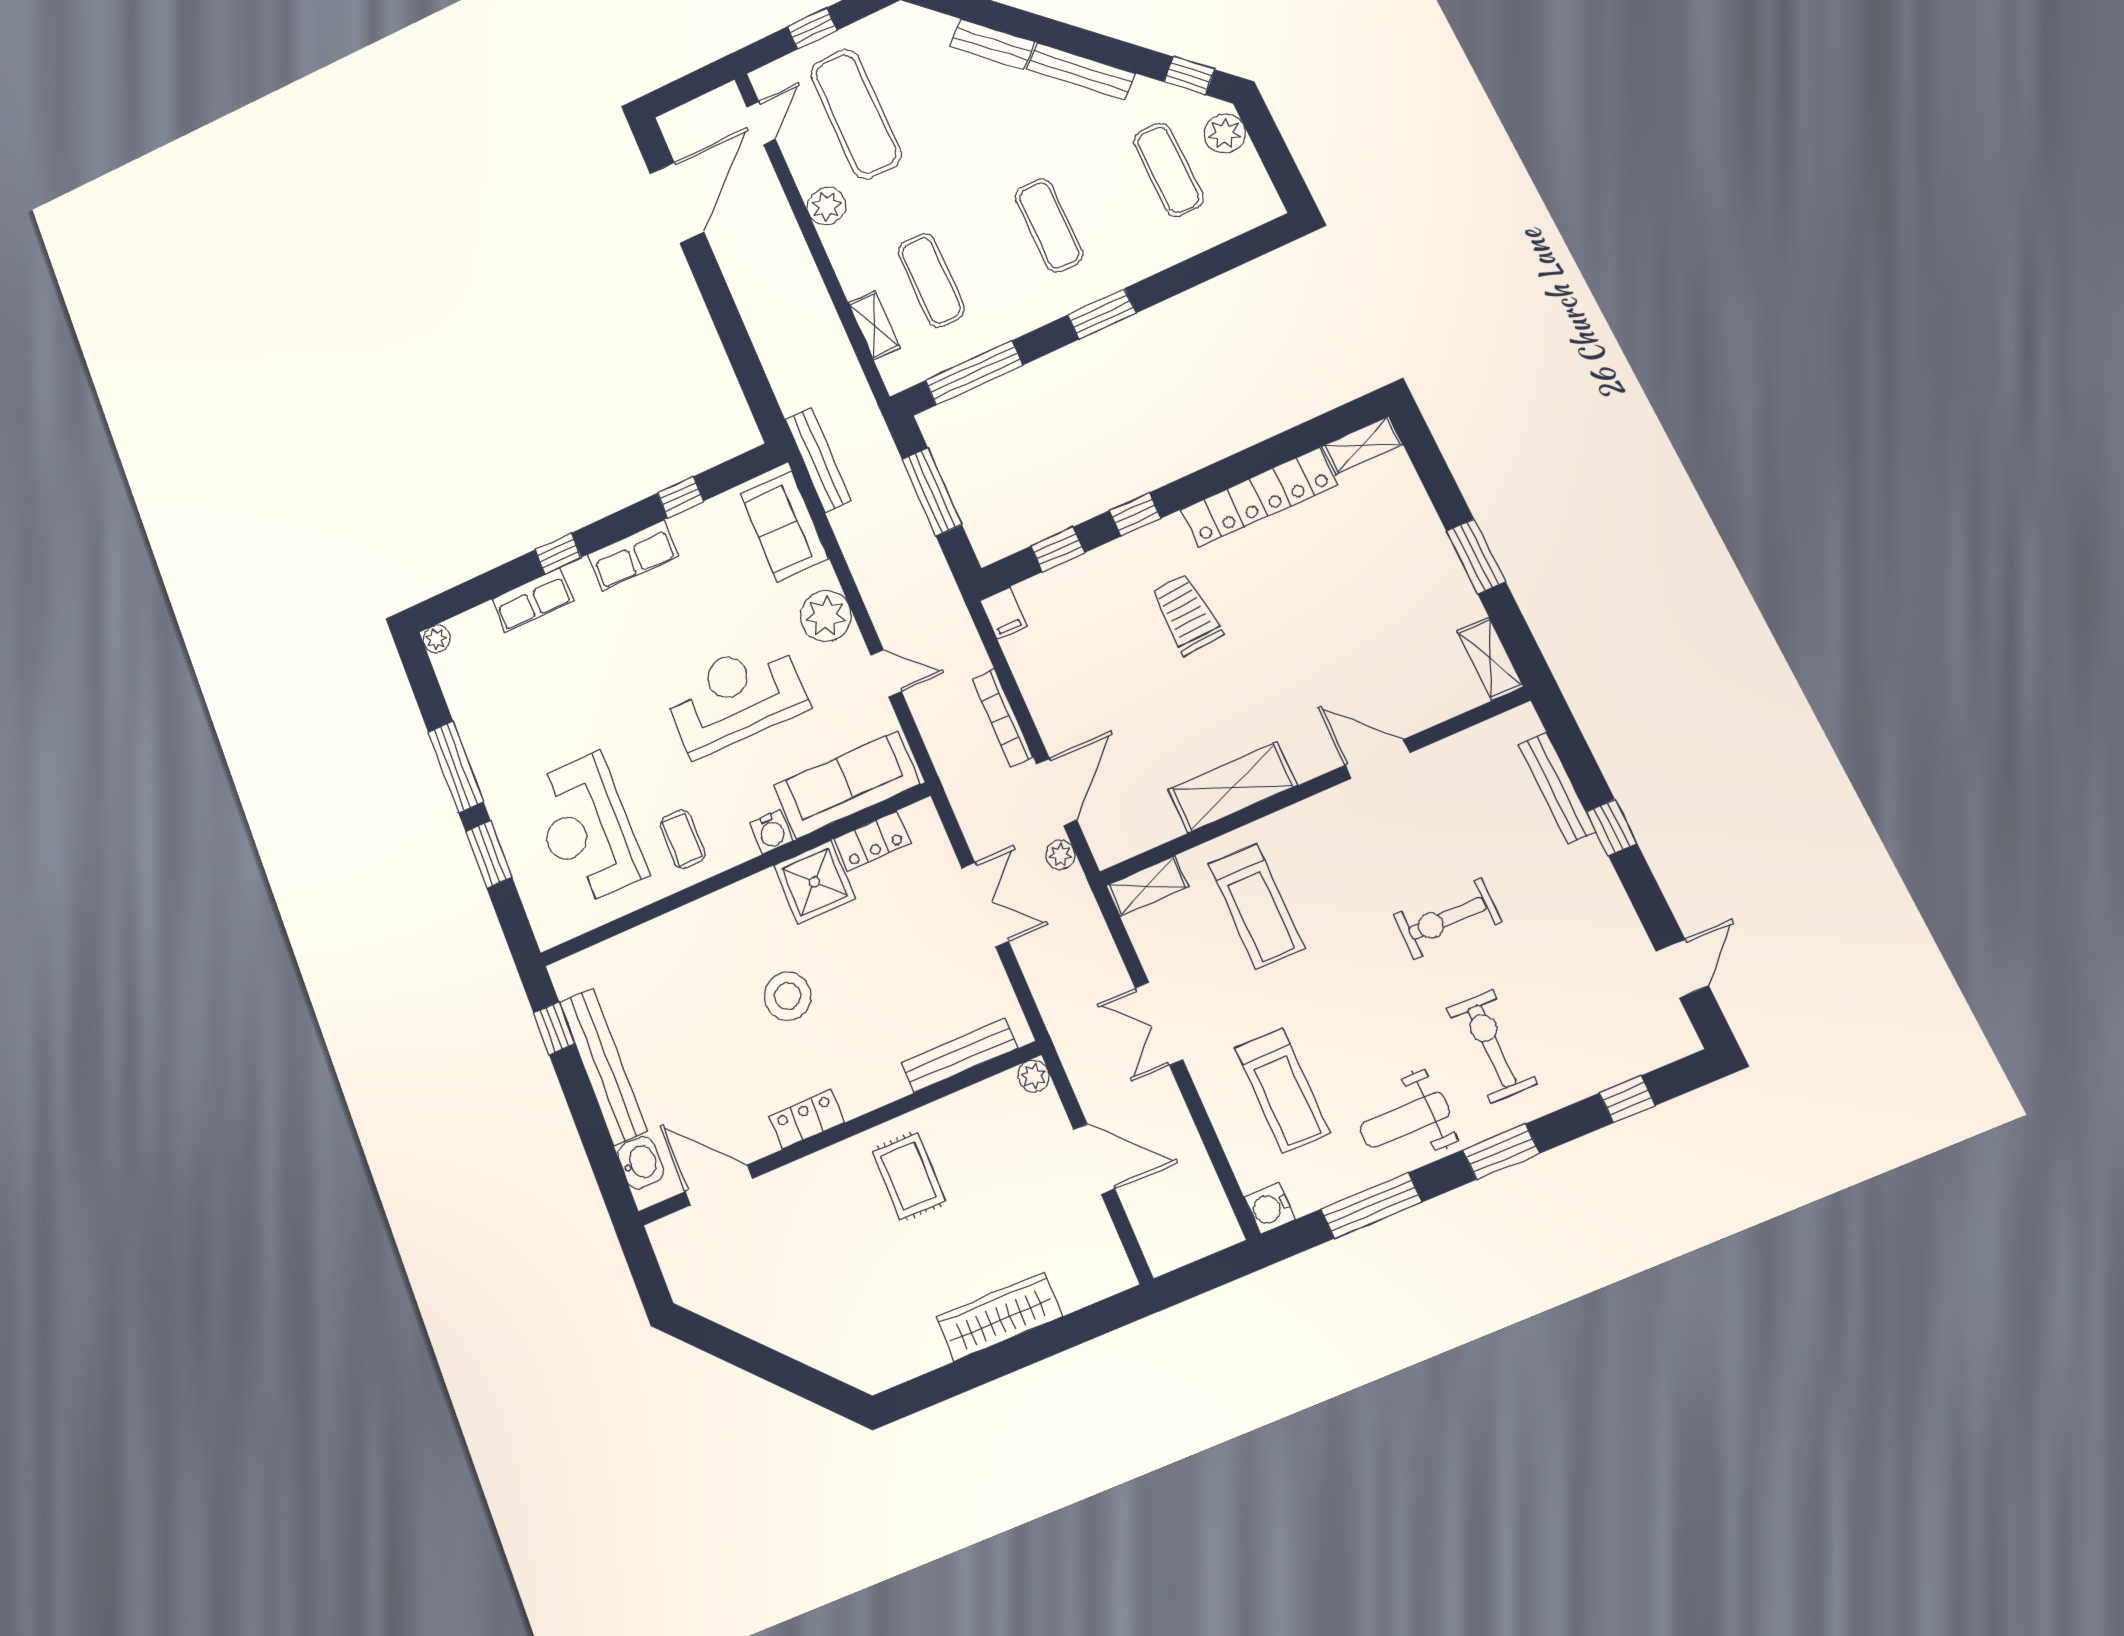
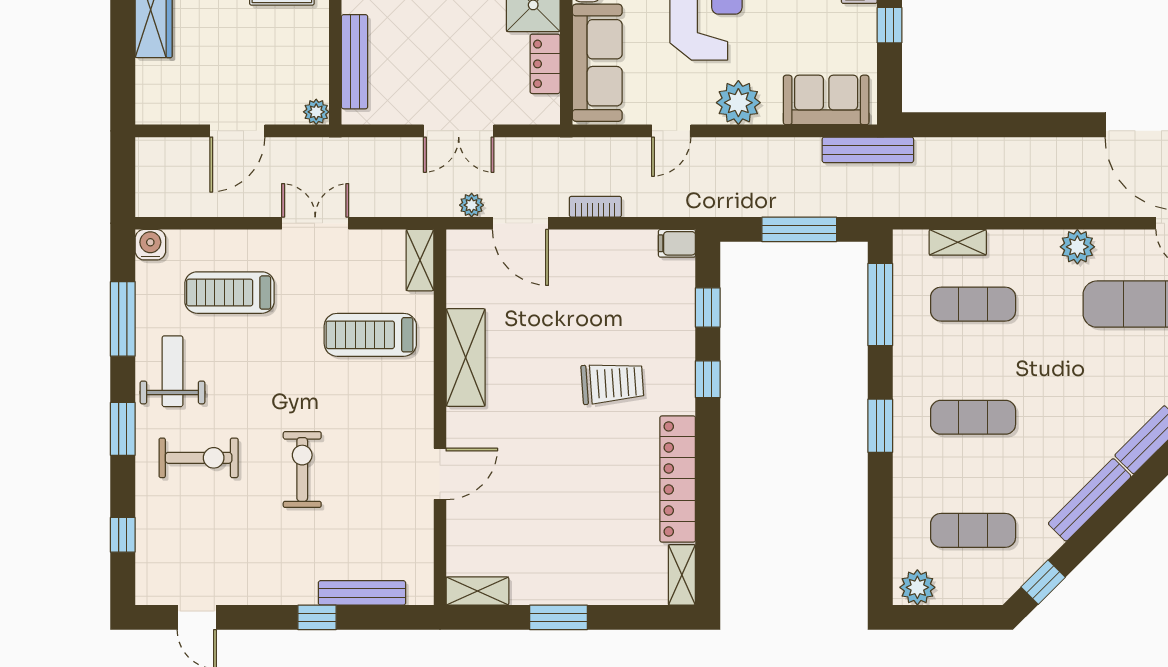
plant: (1225, 133) -> (917, 587), moved
bookcase: (1002, 718) -> (595, 207), width x0.64

